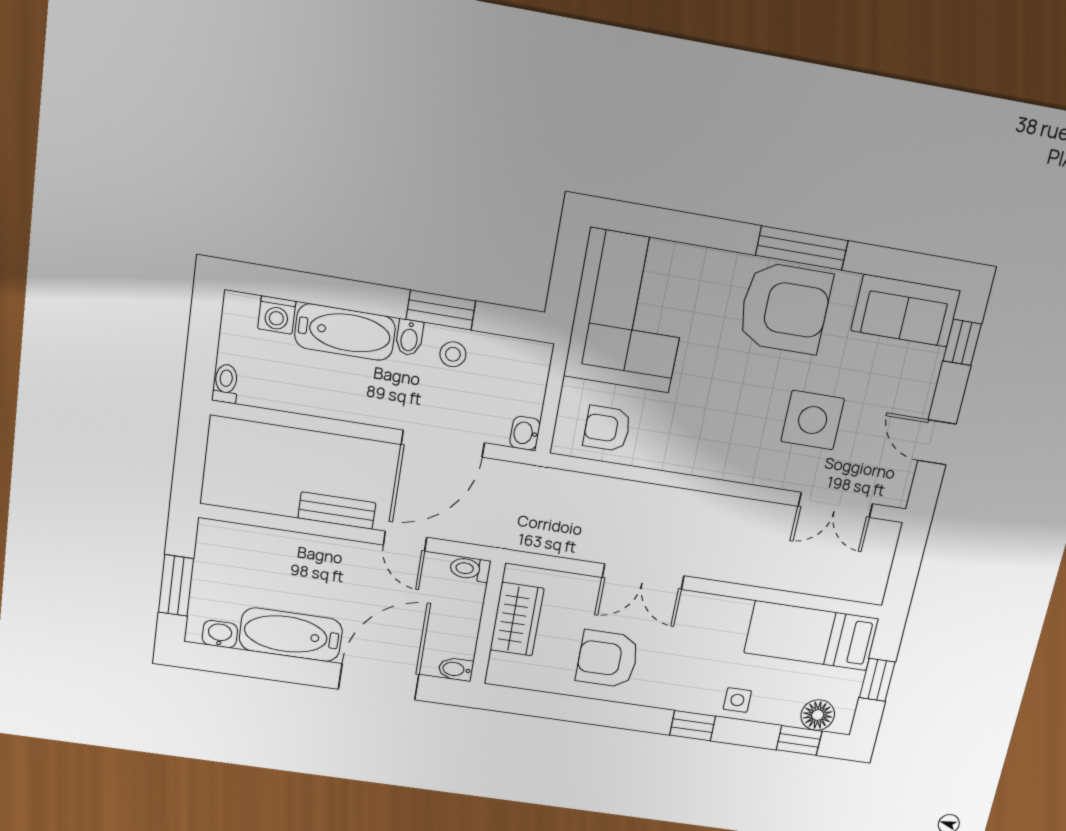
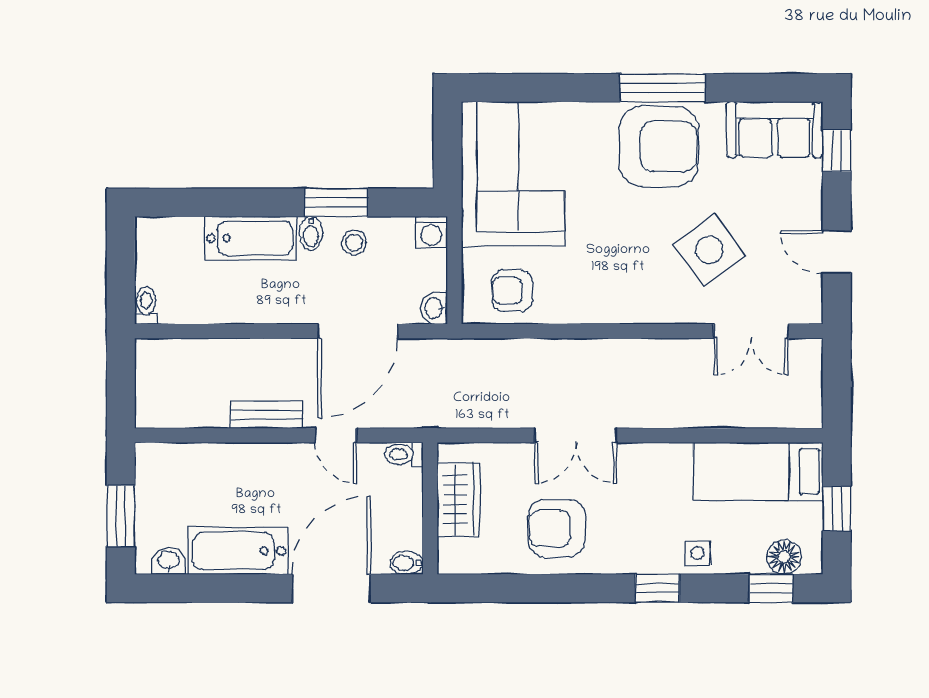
washing machine: (277, 315) -> (431, 232), moved
side table: (813, 420) -> (709, 250), turned -36

